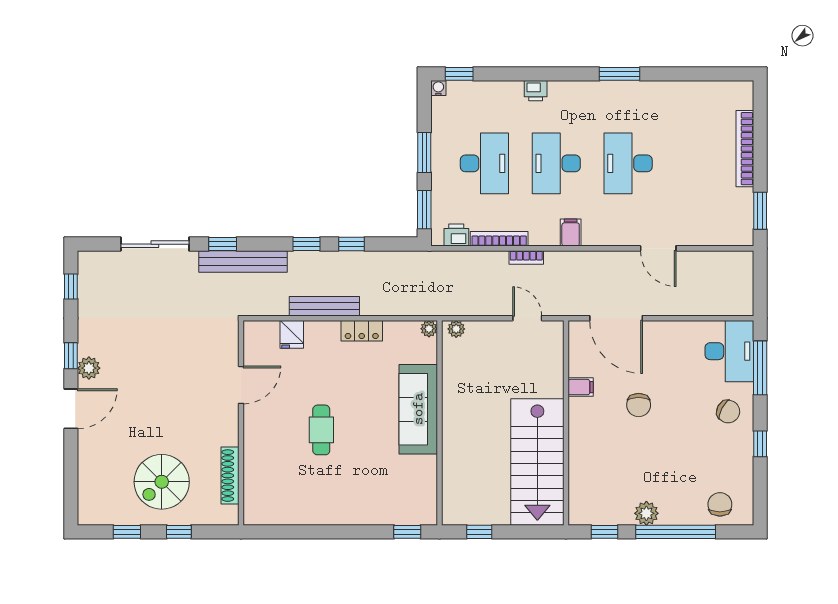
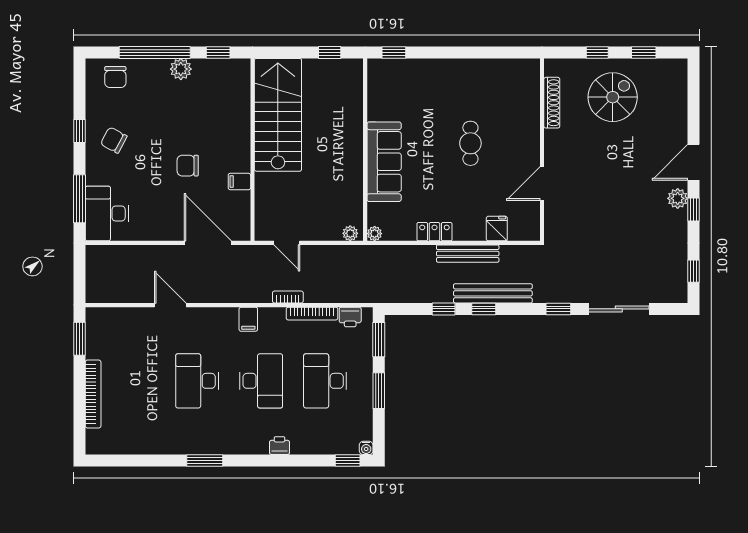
desk: (628, 163) -> (197, 381), turned 180
bench: (243, 262) -> (493, 293), moved
chair: (639, 405) -> (188, 166), turned -90
chair: (728, 412) -> (114, 140), moved

